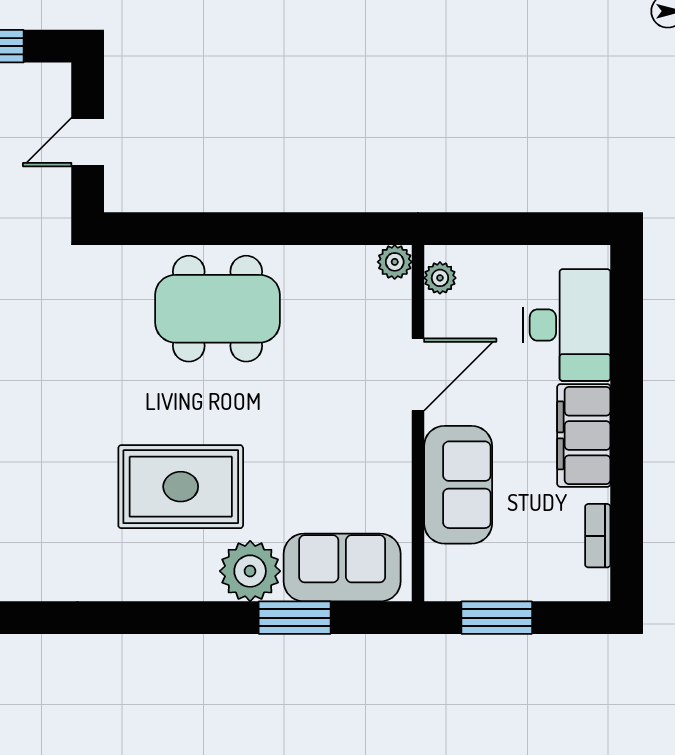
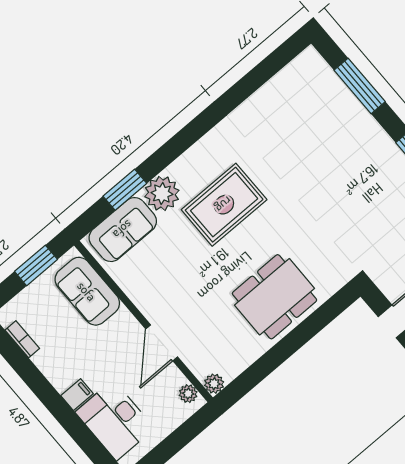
filing cabinet: (584, 435) -> (77, 395), width x0.33, depth x0.86
sofa: (458, 485) -> (87, 291), moved

